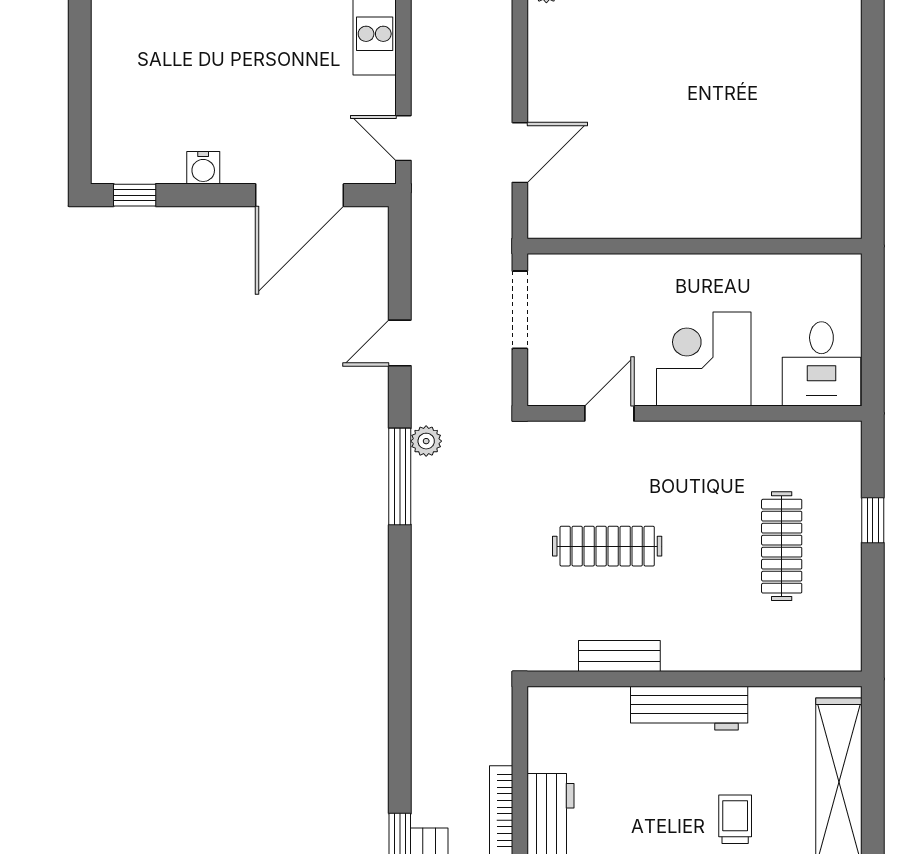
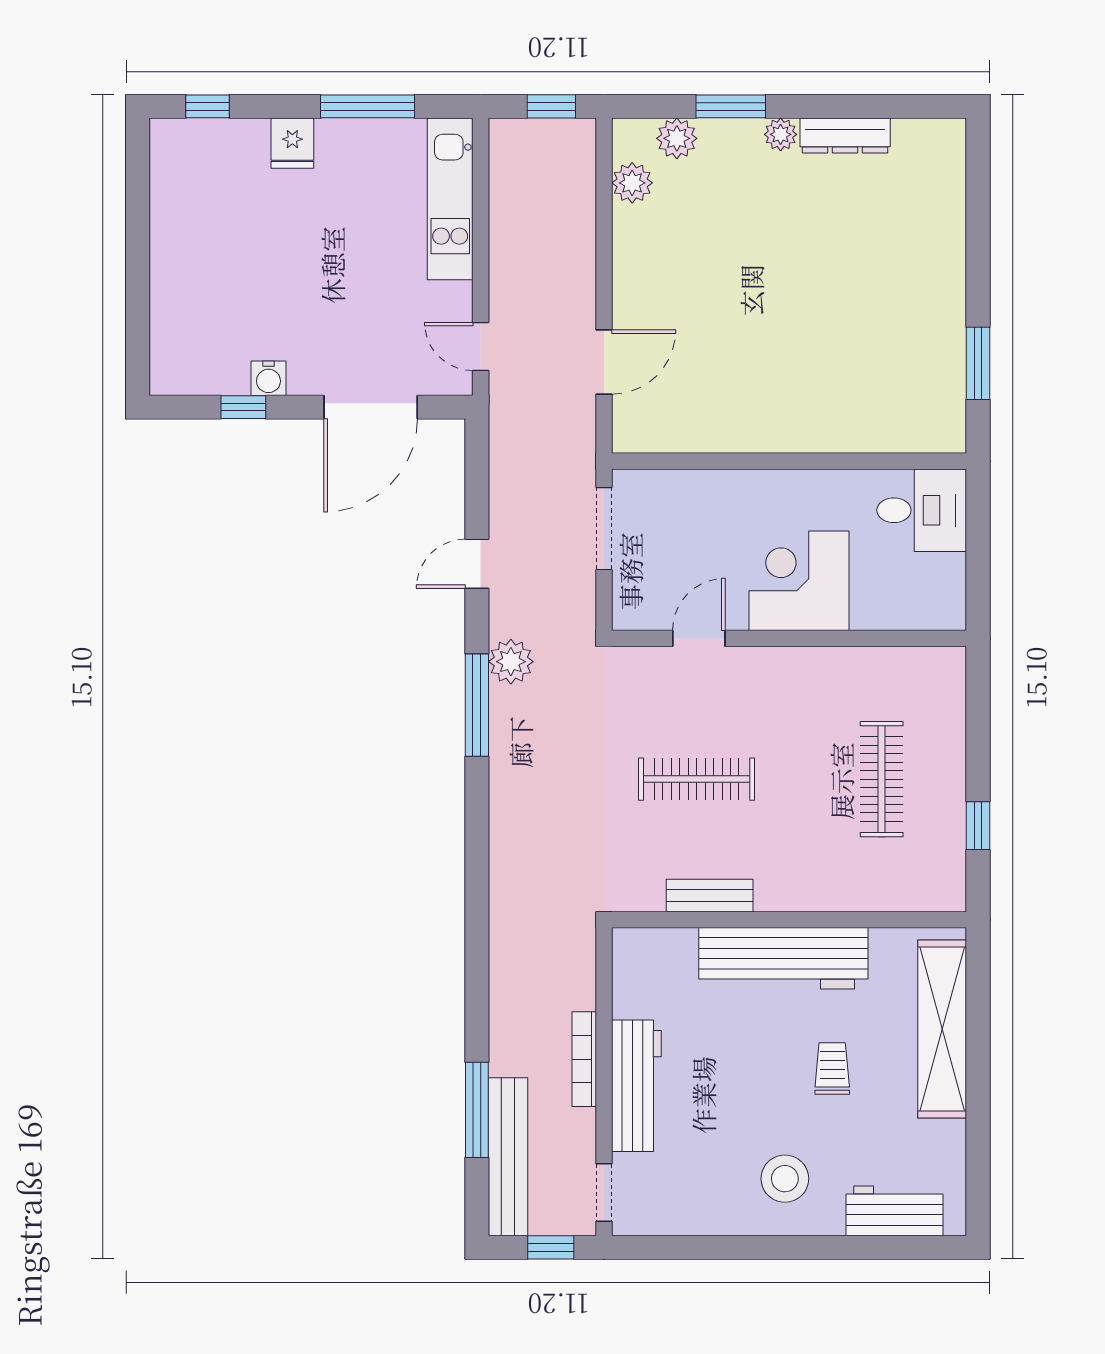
window: (873, 154) -> (978, 363), added
window: (135, 195) -> (243, 407), moved
desk: (821, 364) -> (922, 510), moved, turned -90
plant: (426, 441) -> (511, 662), width x1.38, depth x1.38
window: (873, 520) -> (978, 826), moved
workbench: (689, 708) -> (783, 958), width x1.36, depth x1.32

